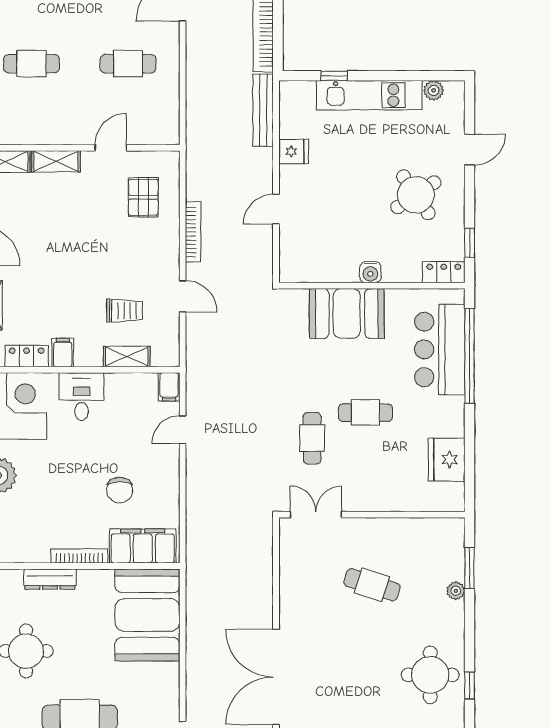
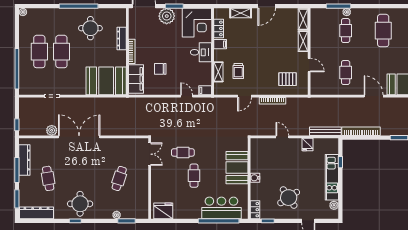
fridge: (447, 460) -> (163, 211), moved

